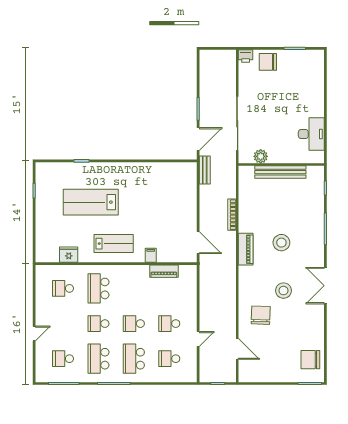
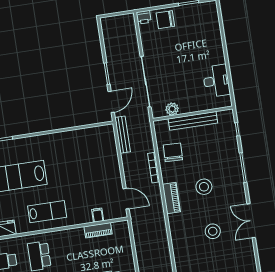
bench: (205, 170) -> (123, 135), width x1.36
filing cabinet: (151, 255) -> (98, 215), moved
chair: (261, 315) -> (173, 152), moved

